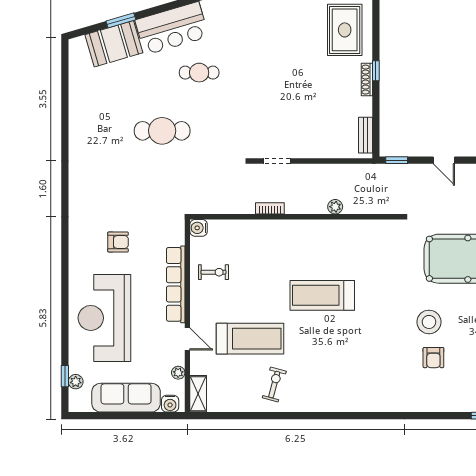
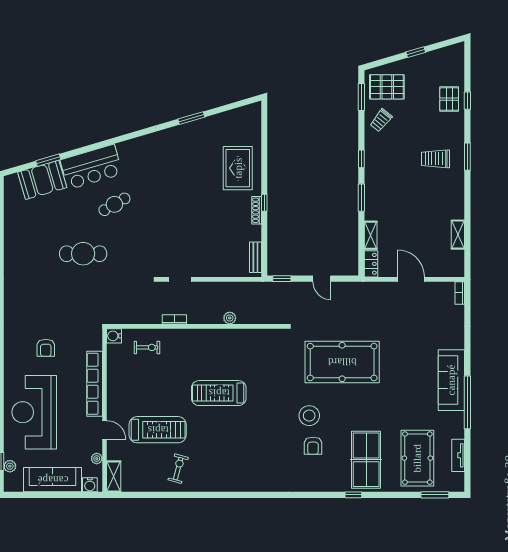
cafe table: (199, 73) -> (114, 204), turned -30
armchair: (118, 242) -> (46, 348), turned 90
exercise bike: (213, 272) -> (147, 347), moved

